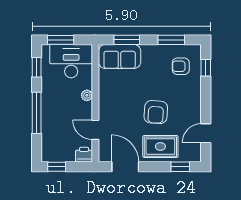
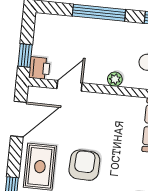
armchair: (156, 112) -> (84, 165), turned 88
window: (57, 167) -> (25, 55), moved

